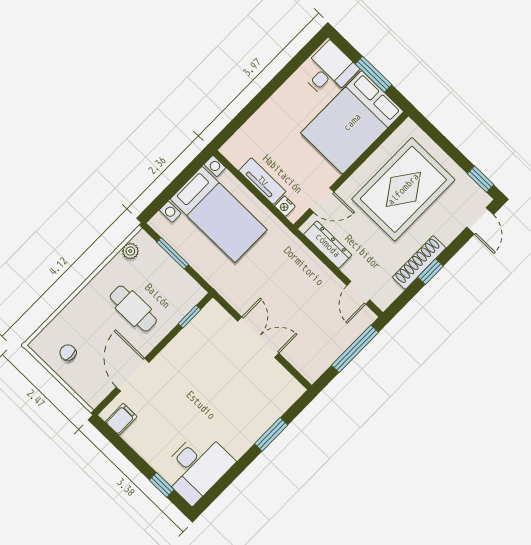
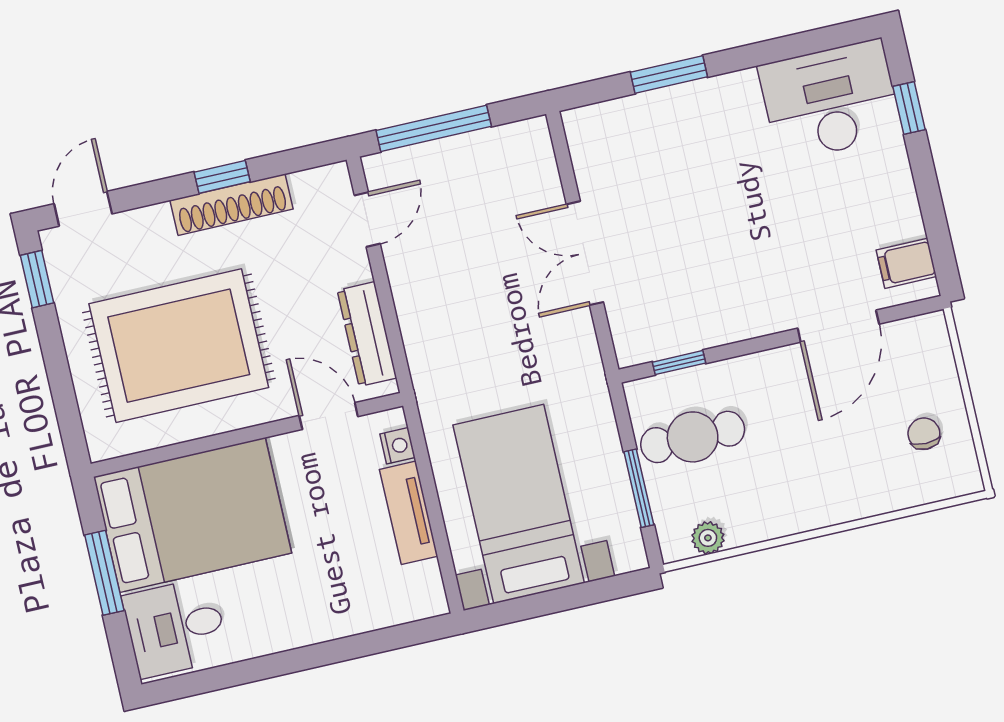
cafe table: (133, 309) -> (693, 437), moved, turned 90
chair: (68, 353) -> (924, 434), turned 180

